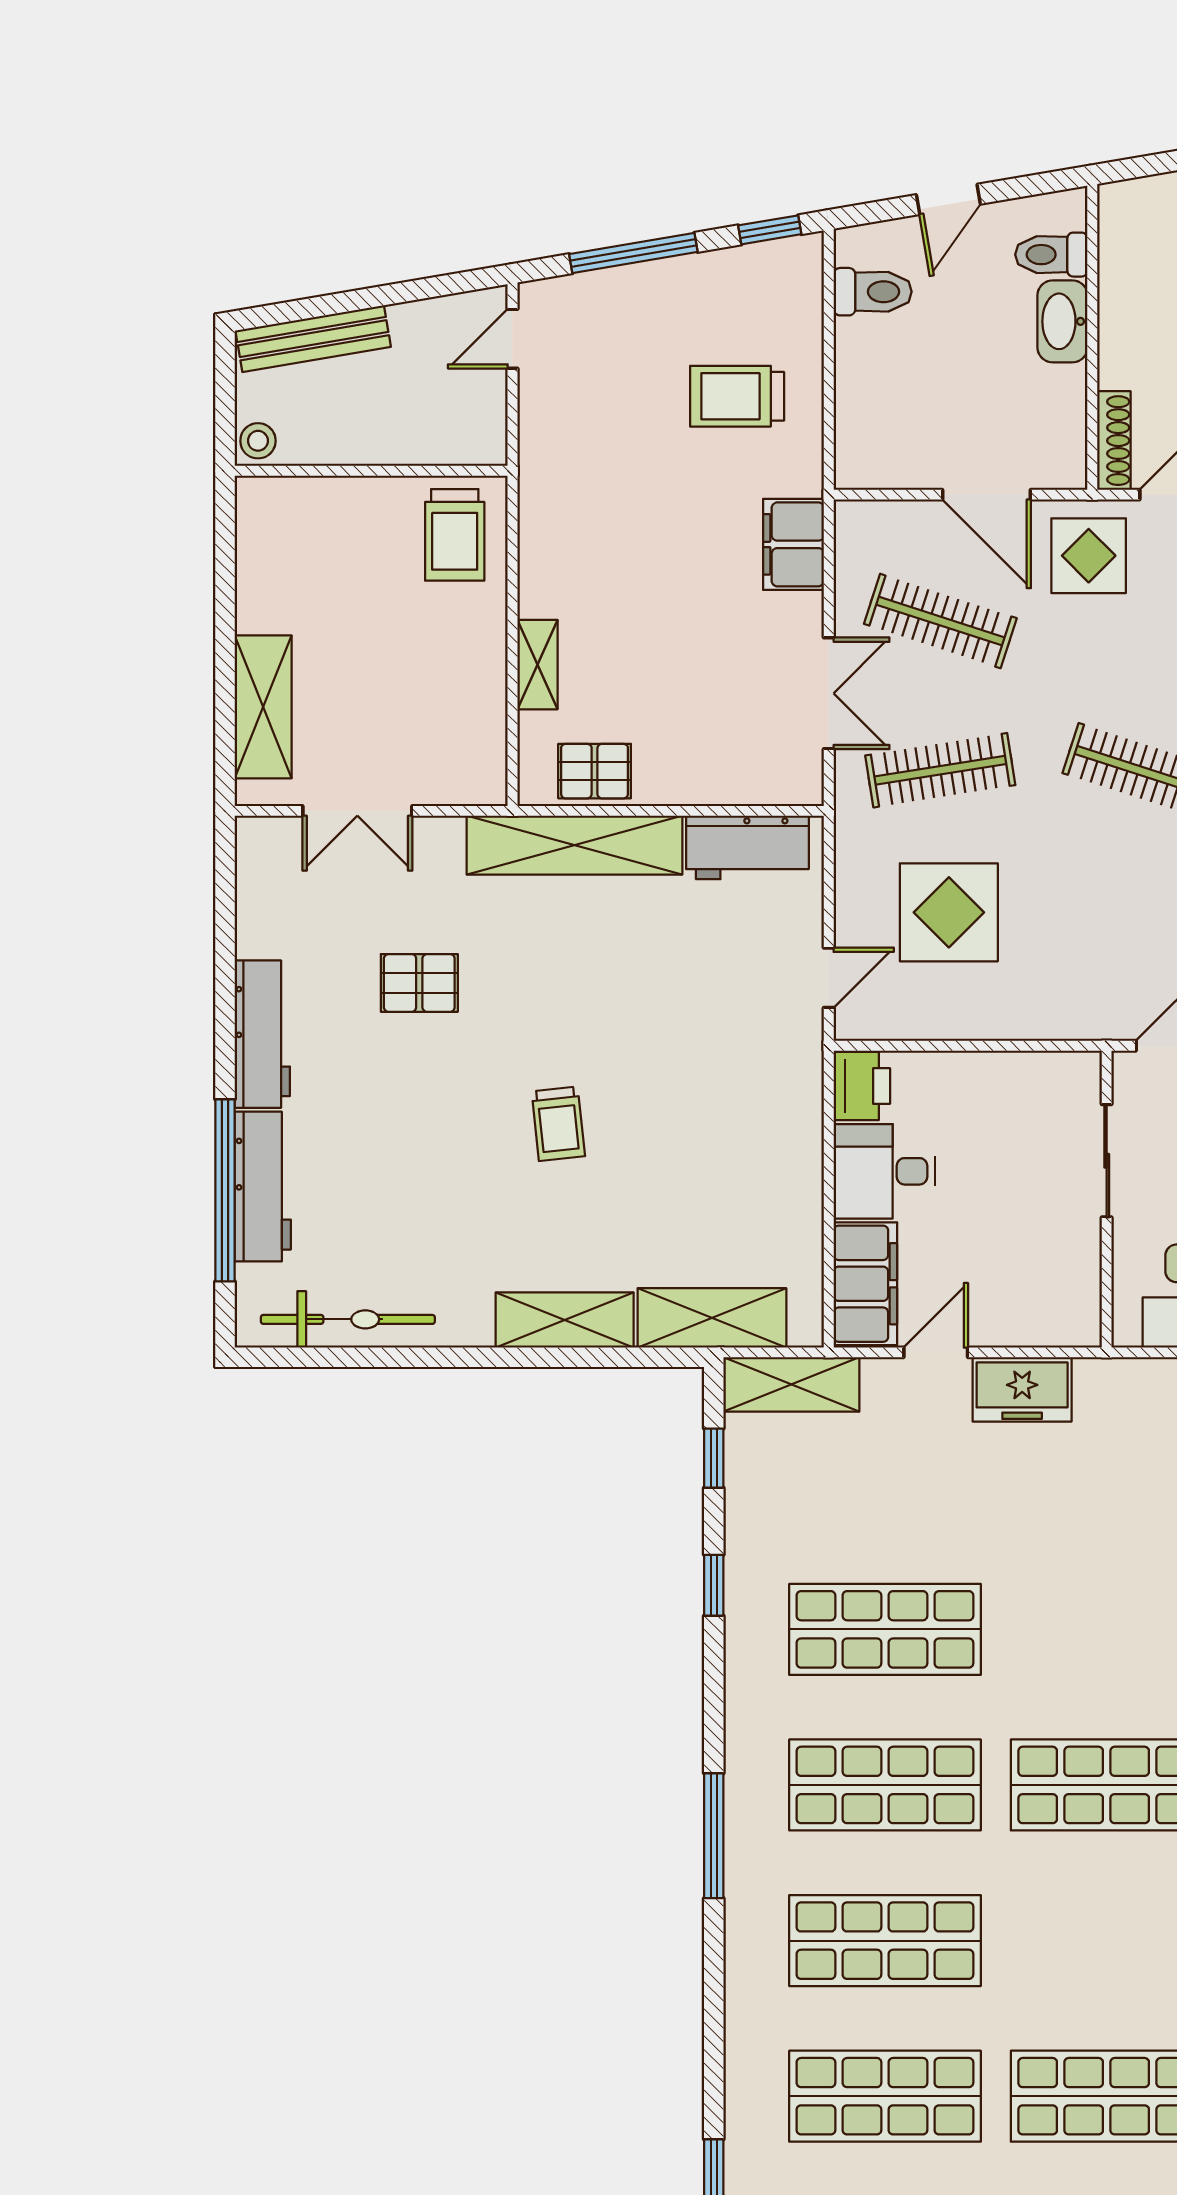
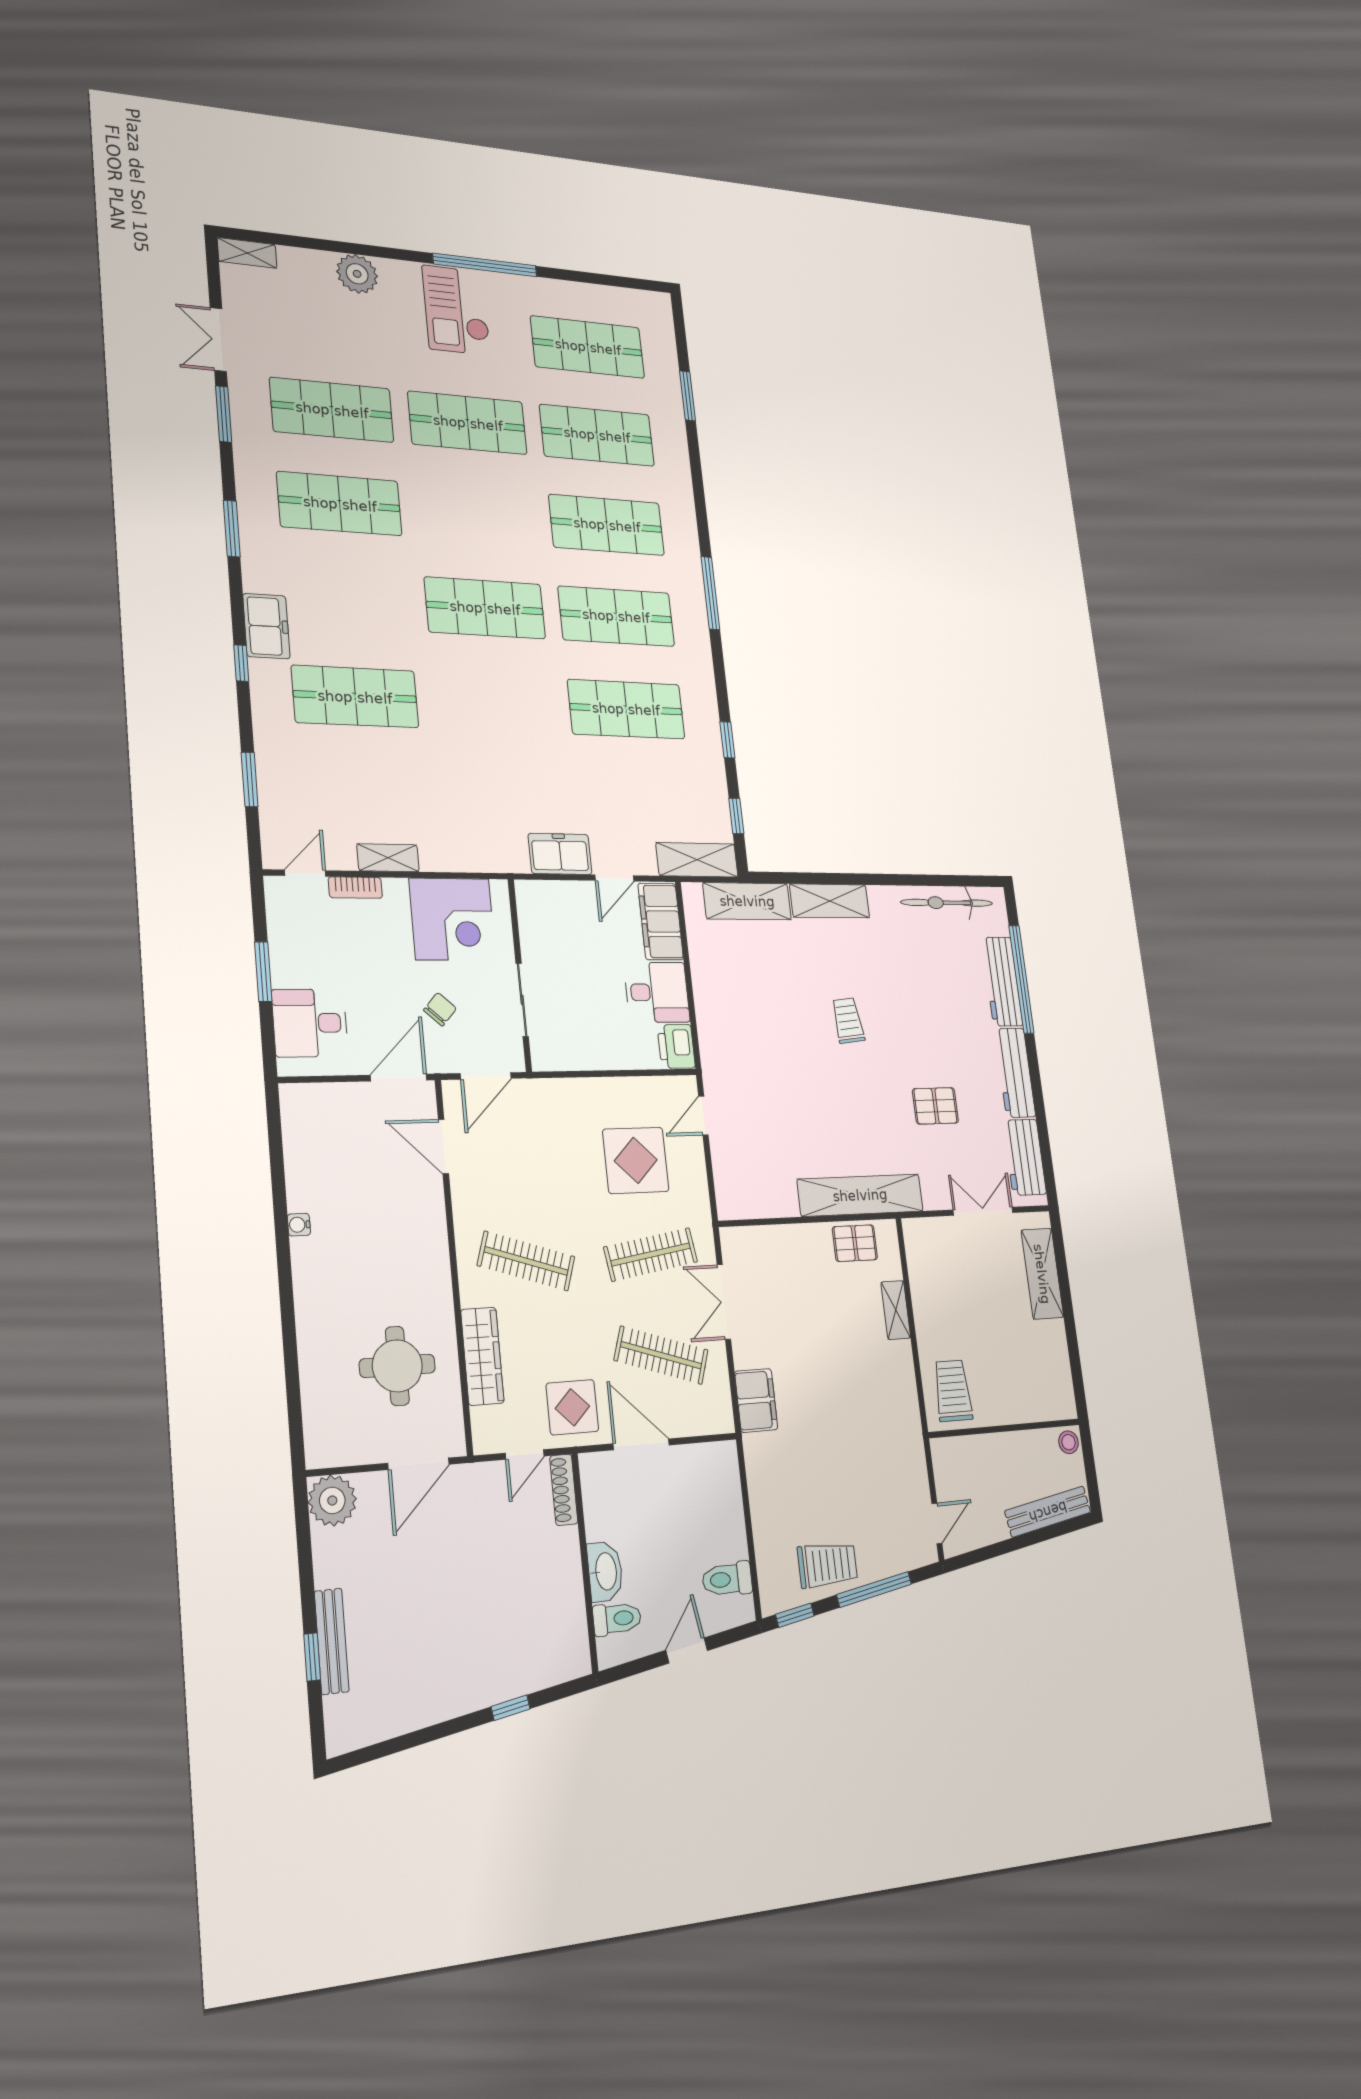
trolley: (737, 396) -> (827, 1565), moved
workbench: (747, 847) -> (1025, 1157), moved, turned -90

